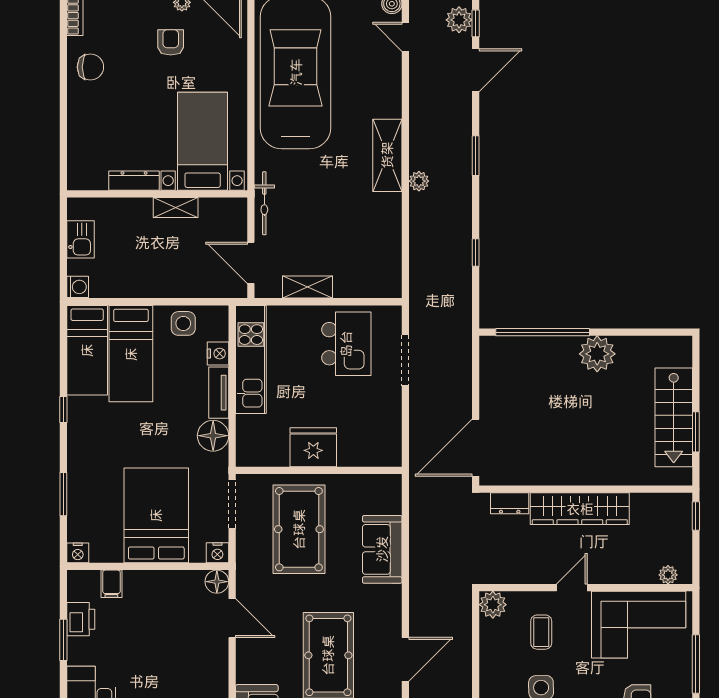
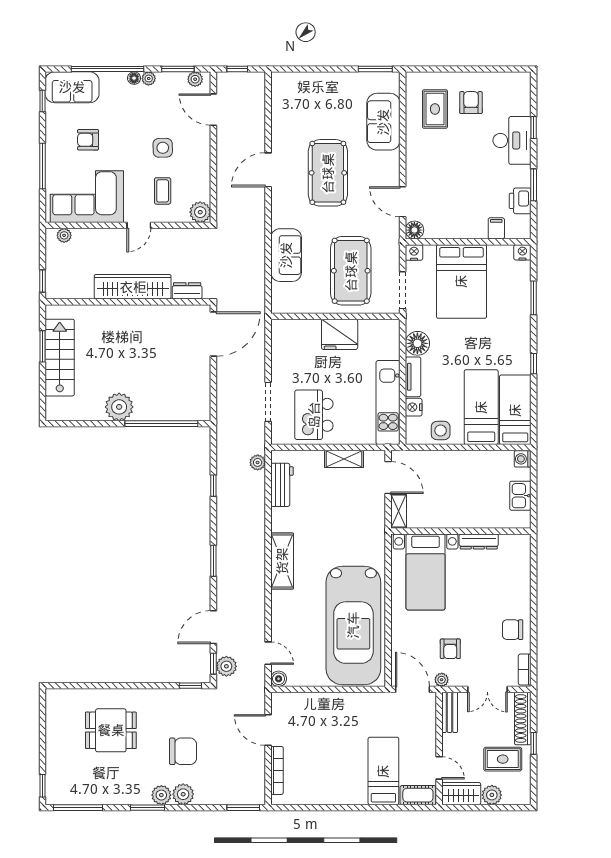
plant: (419, 181) -> (258, 462), moved
bicycle: (264, 203) -> (378, 524), removed
shelving: (176, 208) -> (399, 511), moved, turned 90
workbench: (387, 253) -> (282, 485), added

